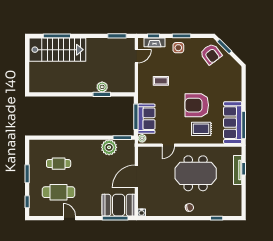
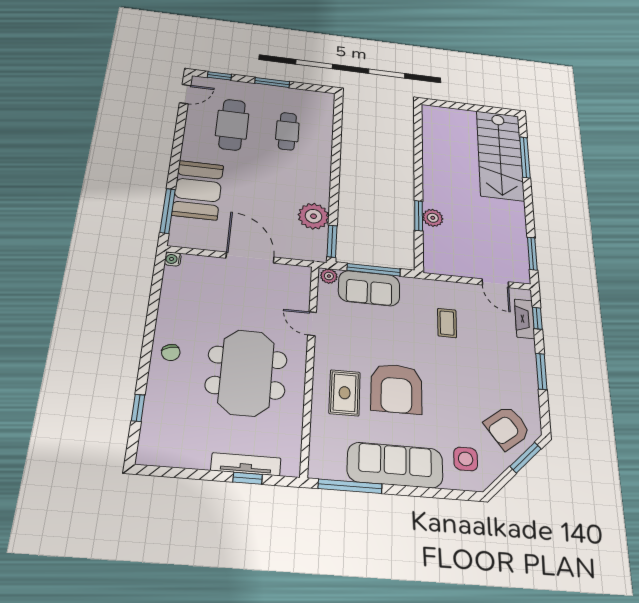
side table: (178, 48) -> (466, 459), moved
armchair: (197, 105) -> (396, 389), turned 180
sofa: (233, 123) -> (395, 465), moved
booth: (119, 205) -> (198, 190), moved
door: (69, 218) -> (185, 94), moved

